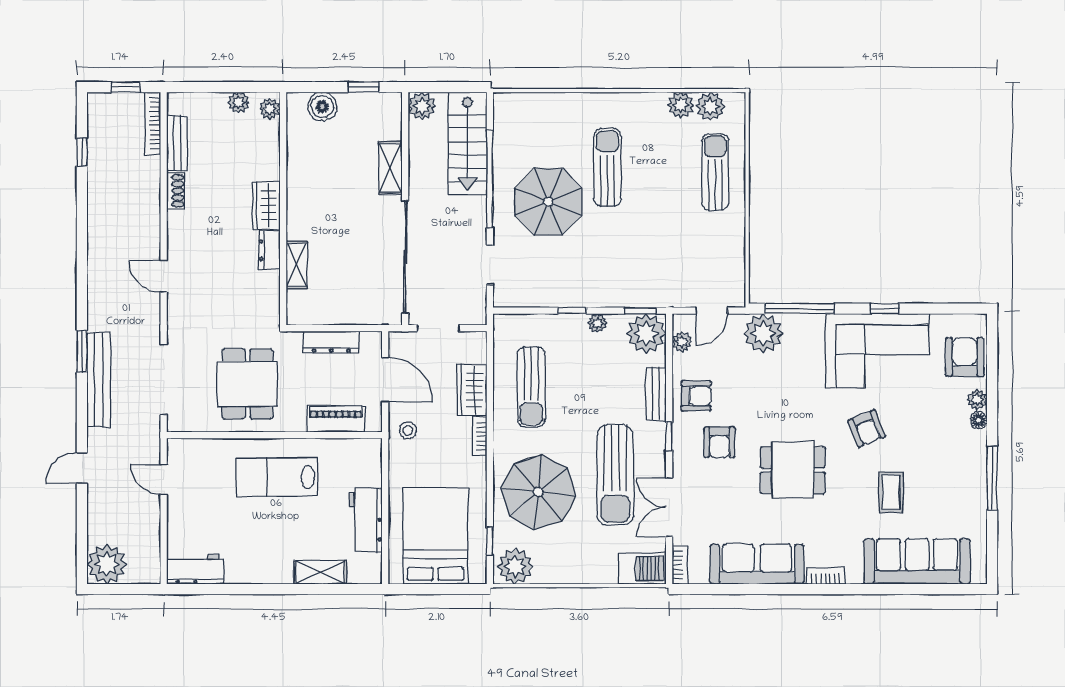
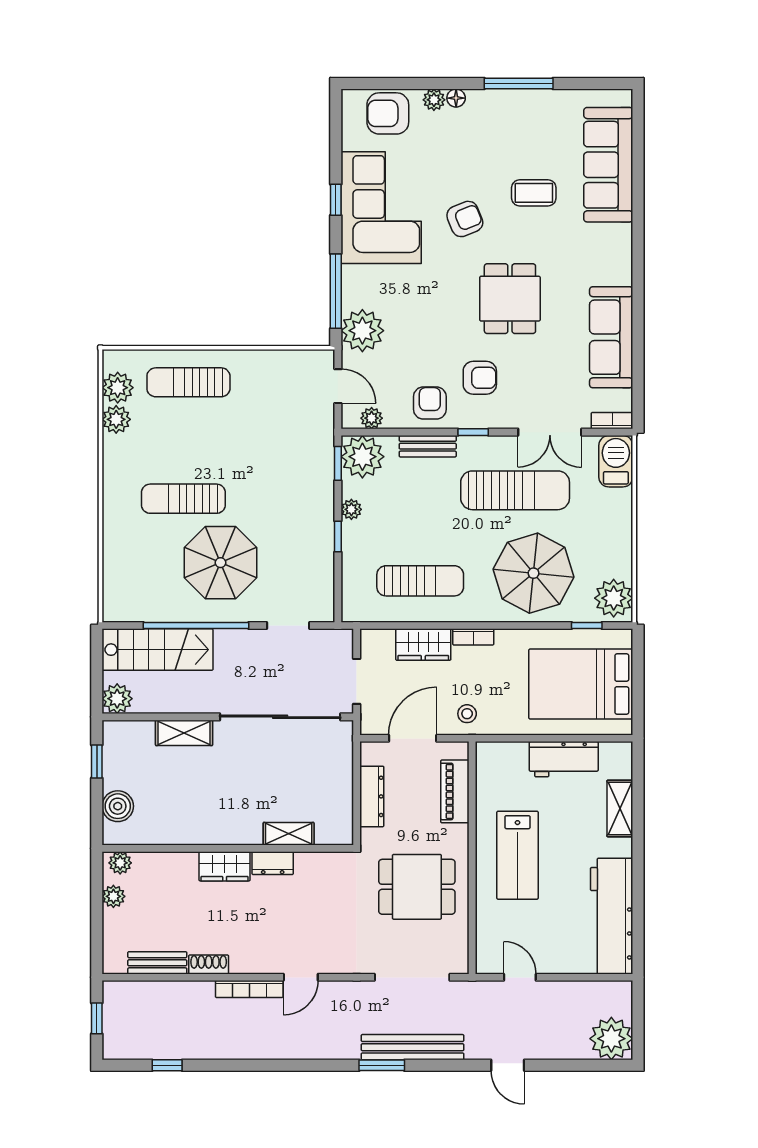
bookcase: (153, 123) -> (249, 989), moved
door: (164, 479) -> (520, 977), swing flipped
workbench: (195, 569) -> (612, 916), width x1.88, depth x1.32
bookcase: (825, 576) -> (624, 264), removed

